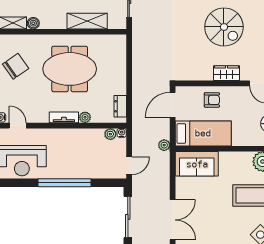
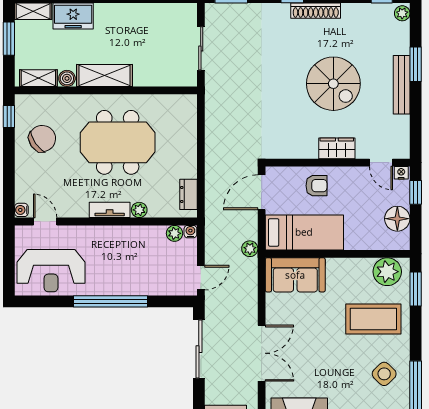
shelving: (87, 21) -> (105, 75), moved

